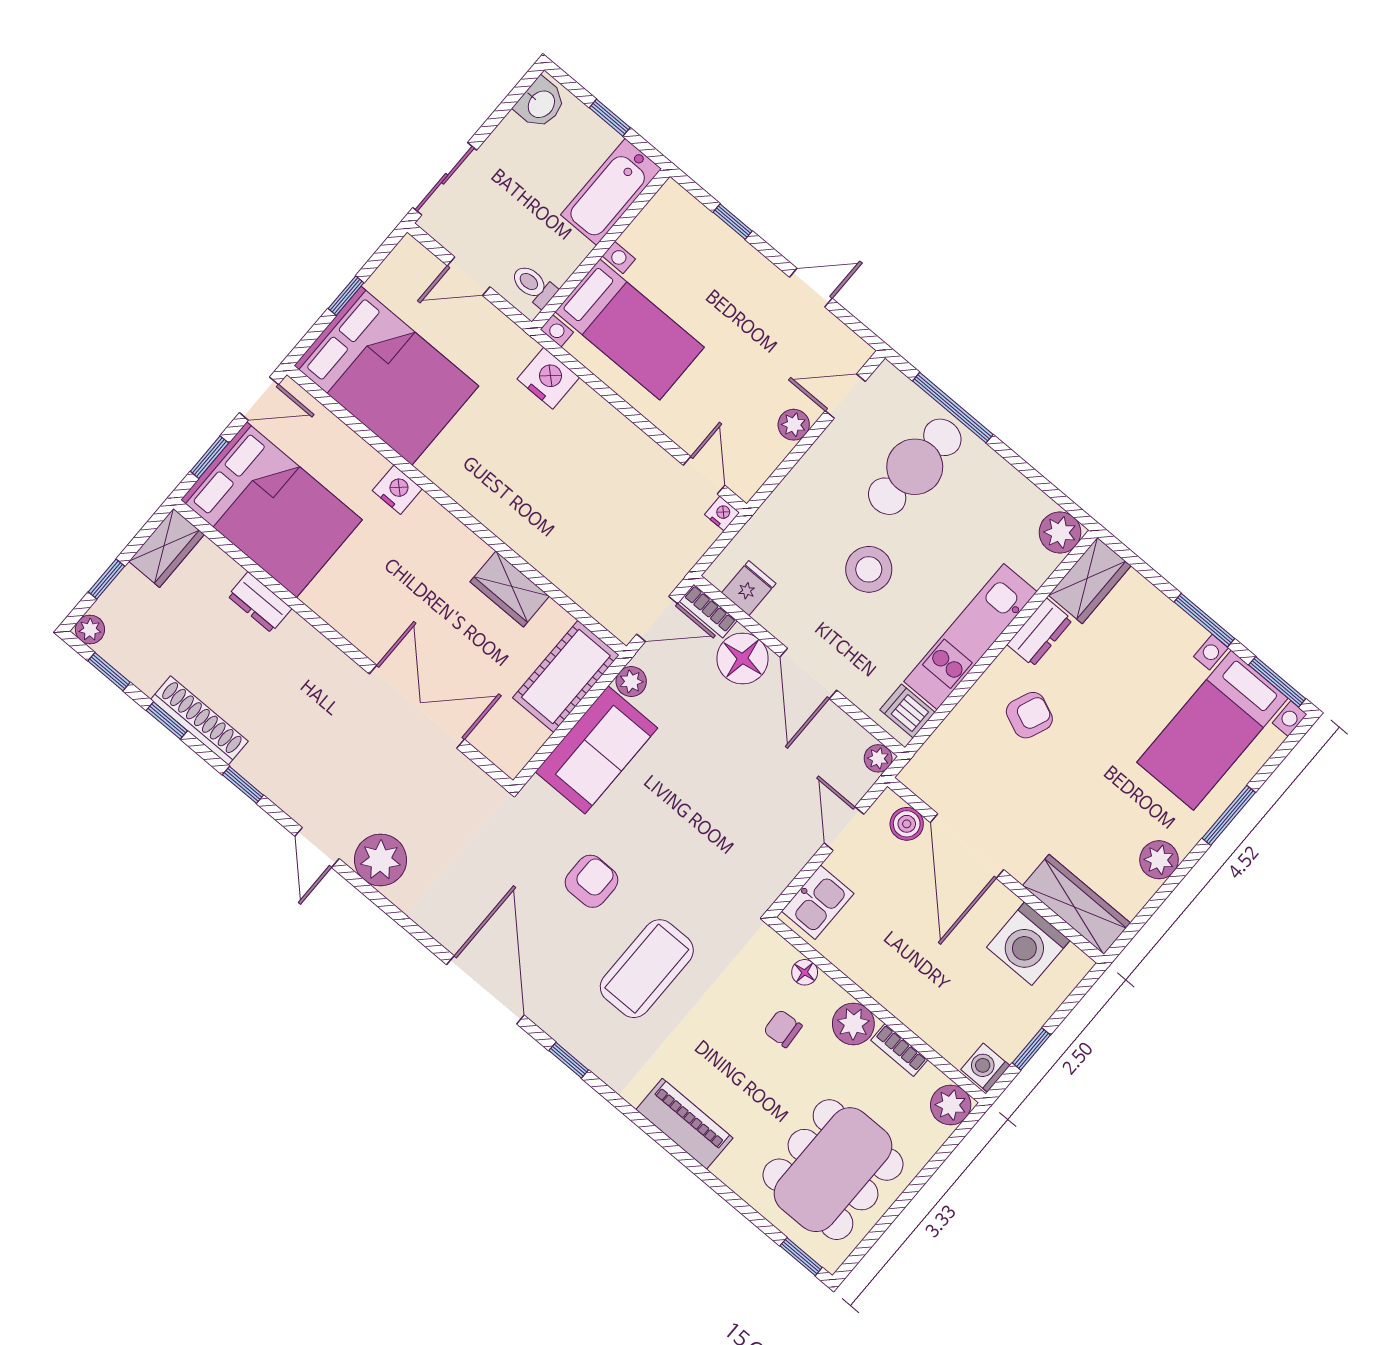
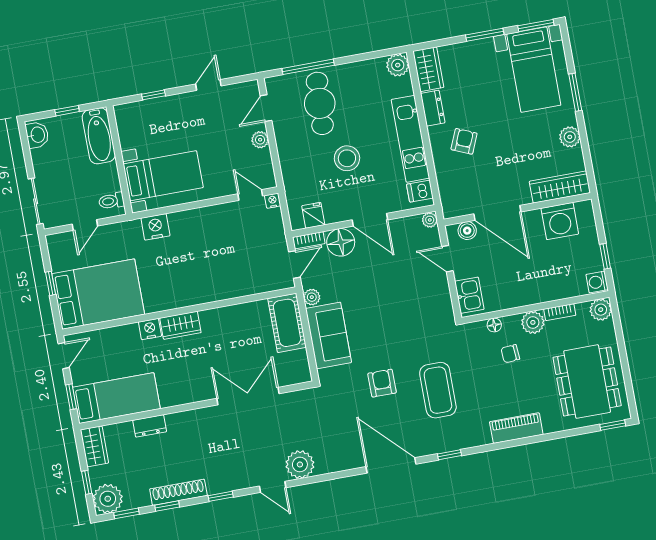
bed: (271, 510) -> (116, 398), width x0.67
wardrobe: (510, 589) -> (180, 325), moved
plant: (90, 629) -> (108, 499), width x1.87, depth x1.87

